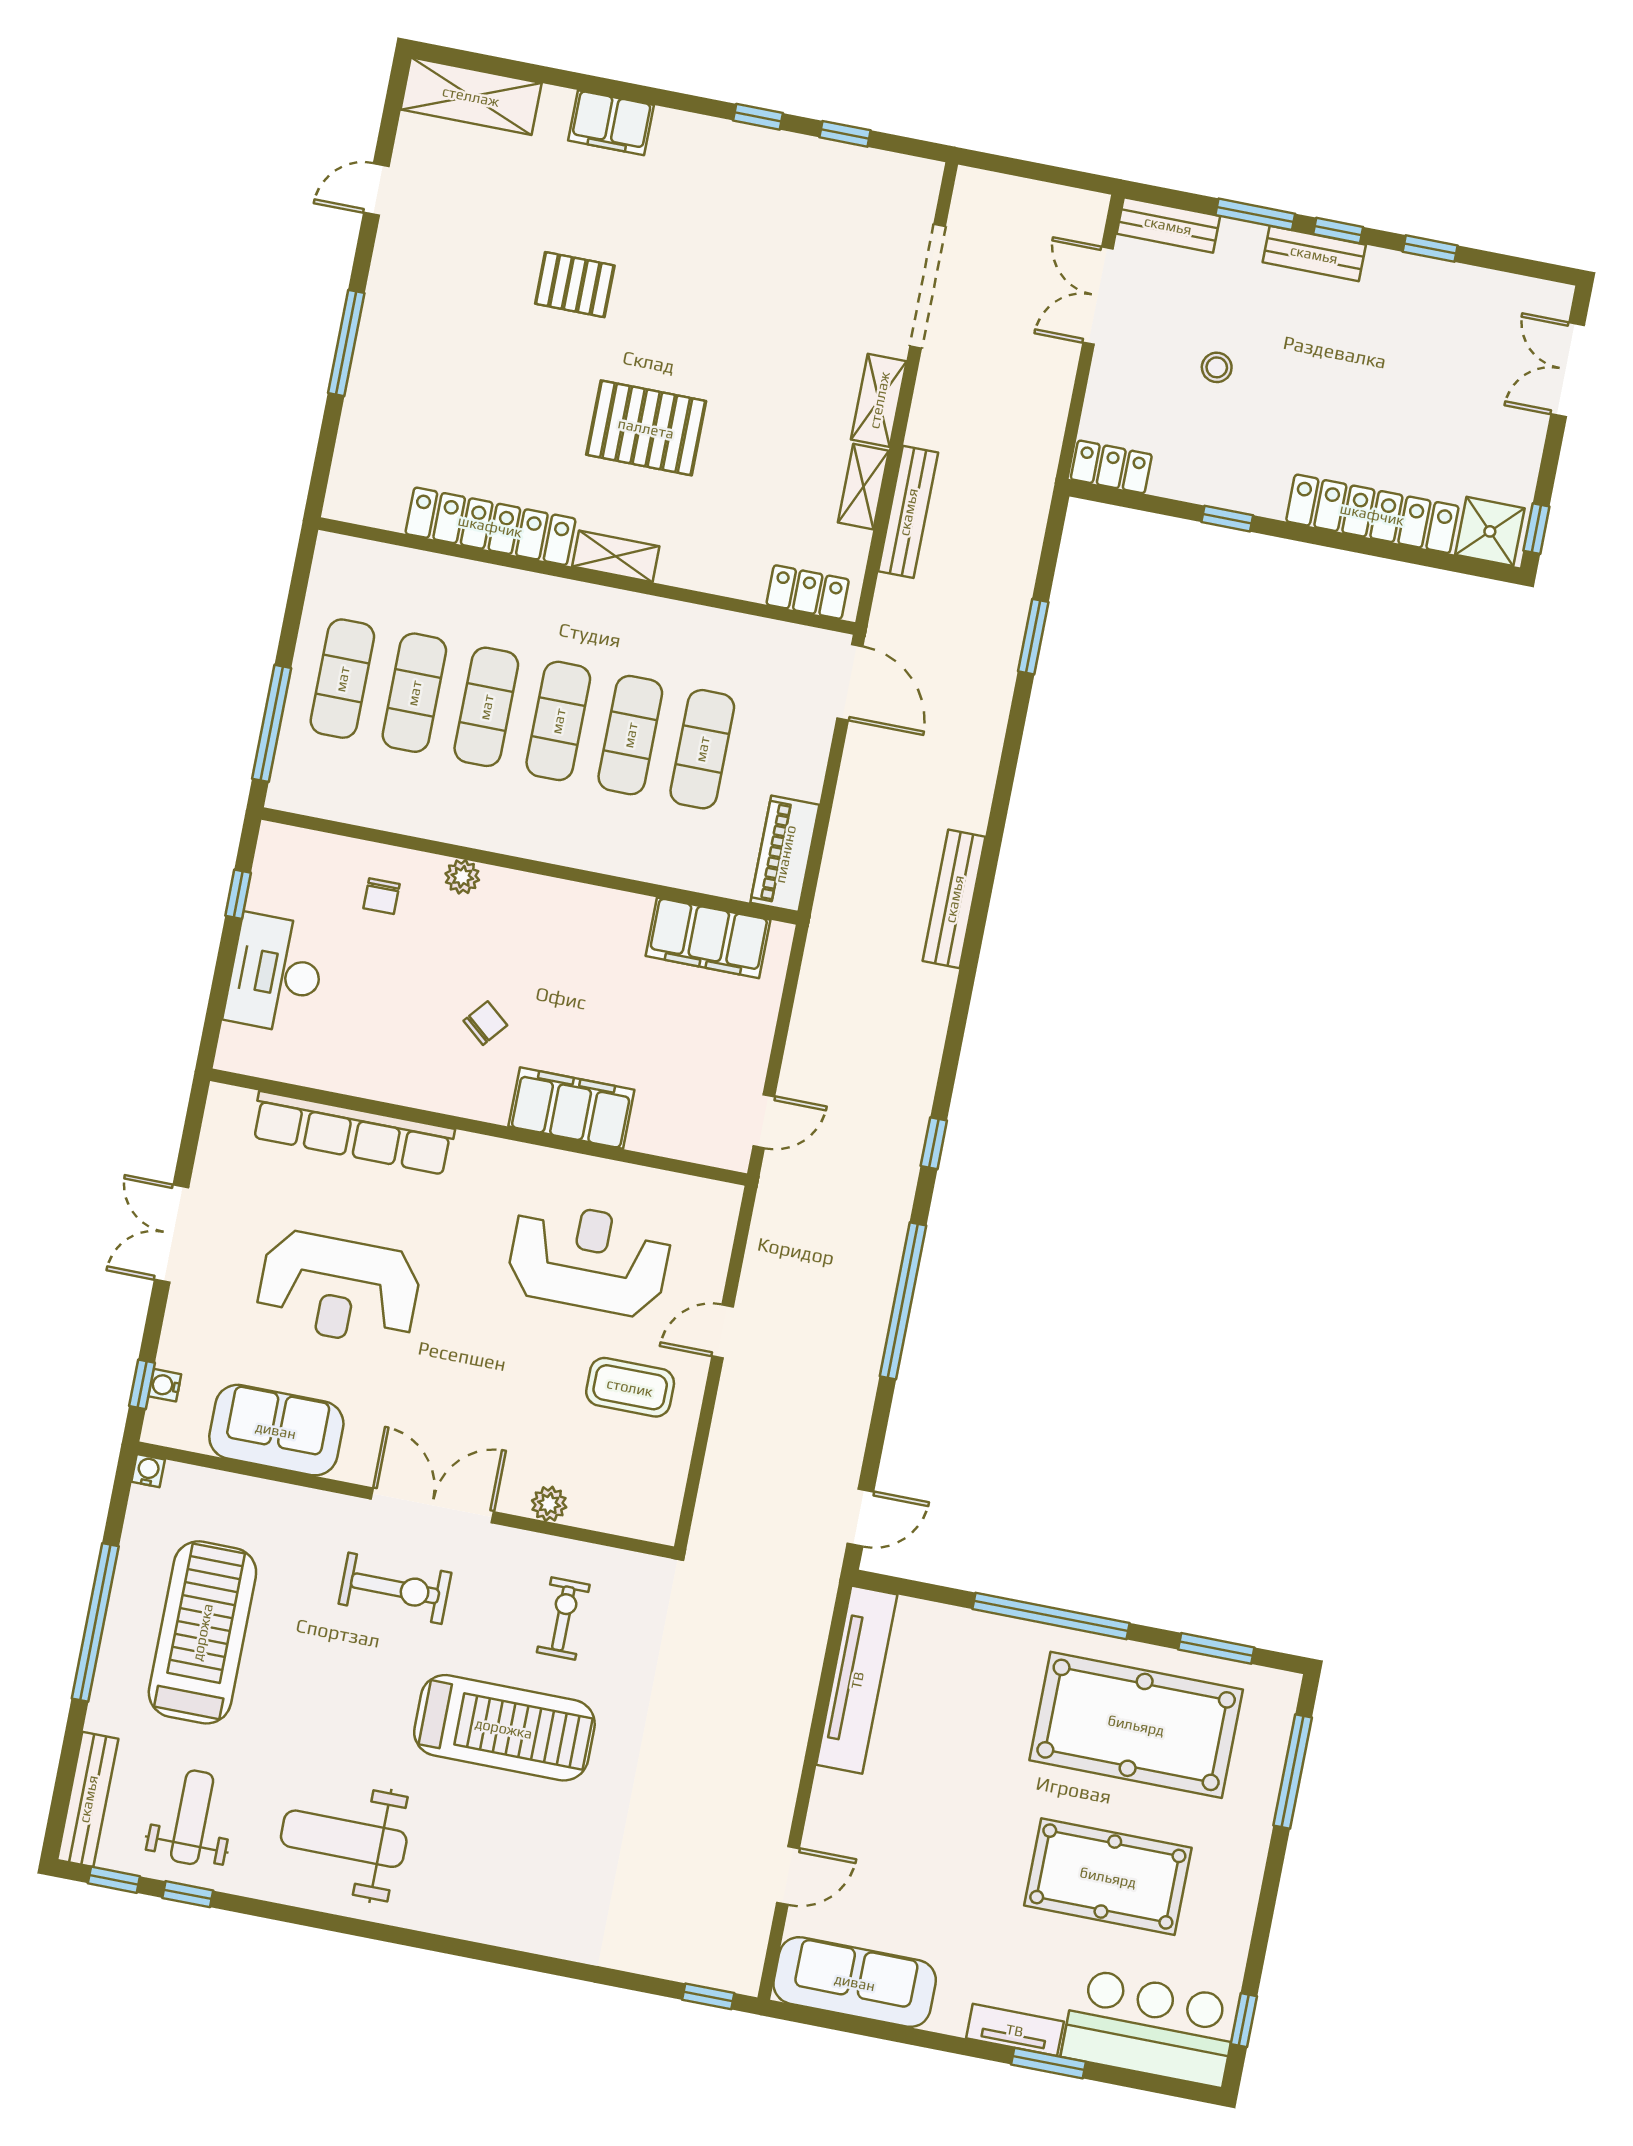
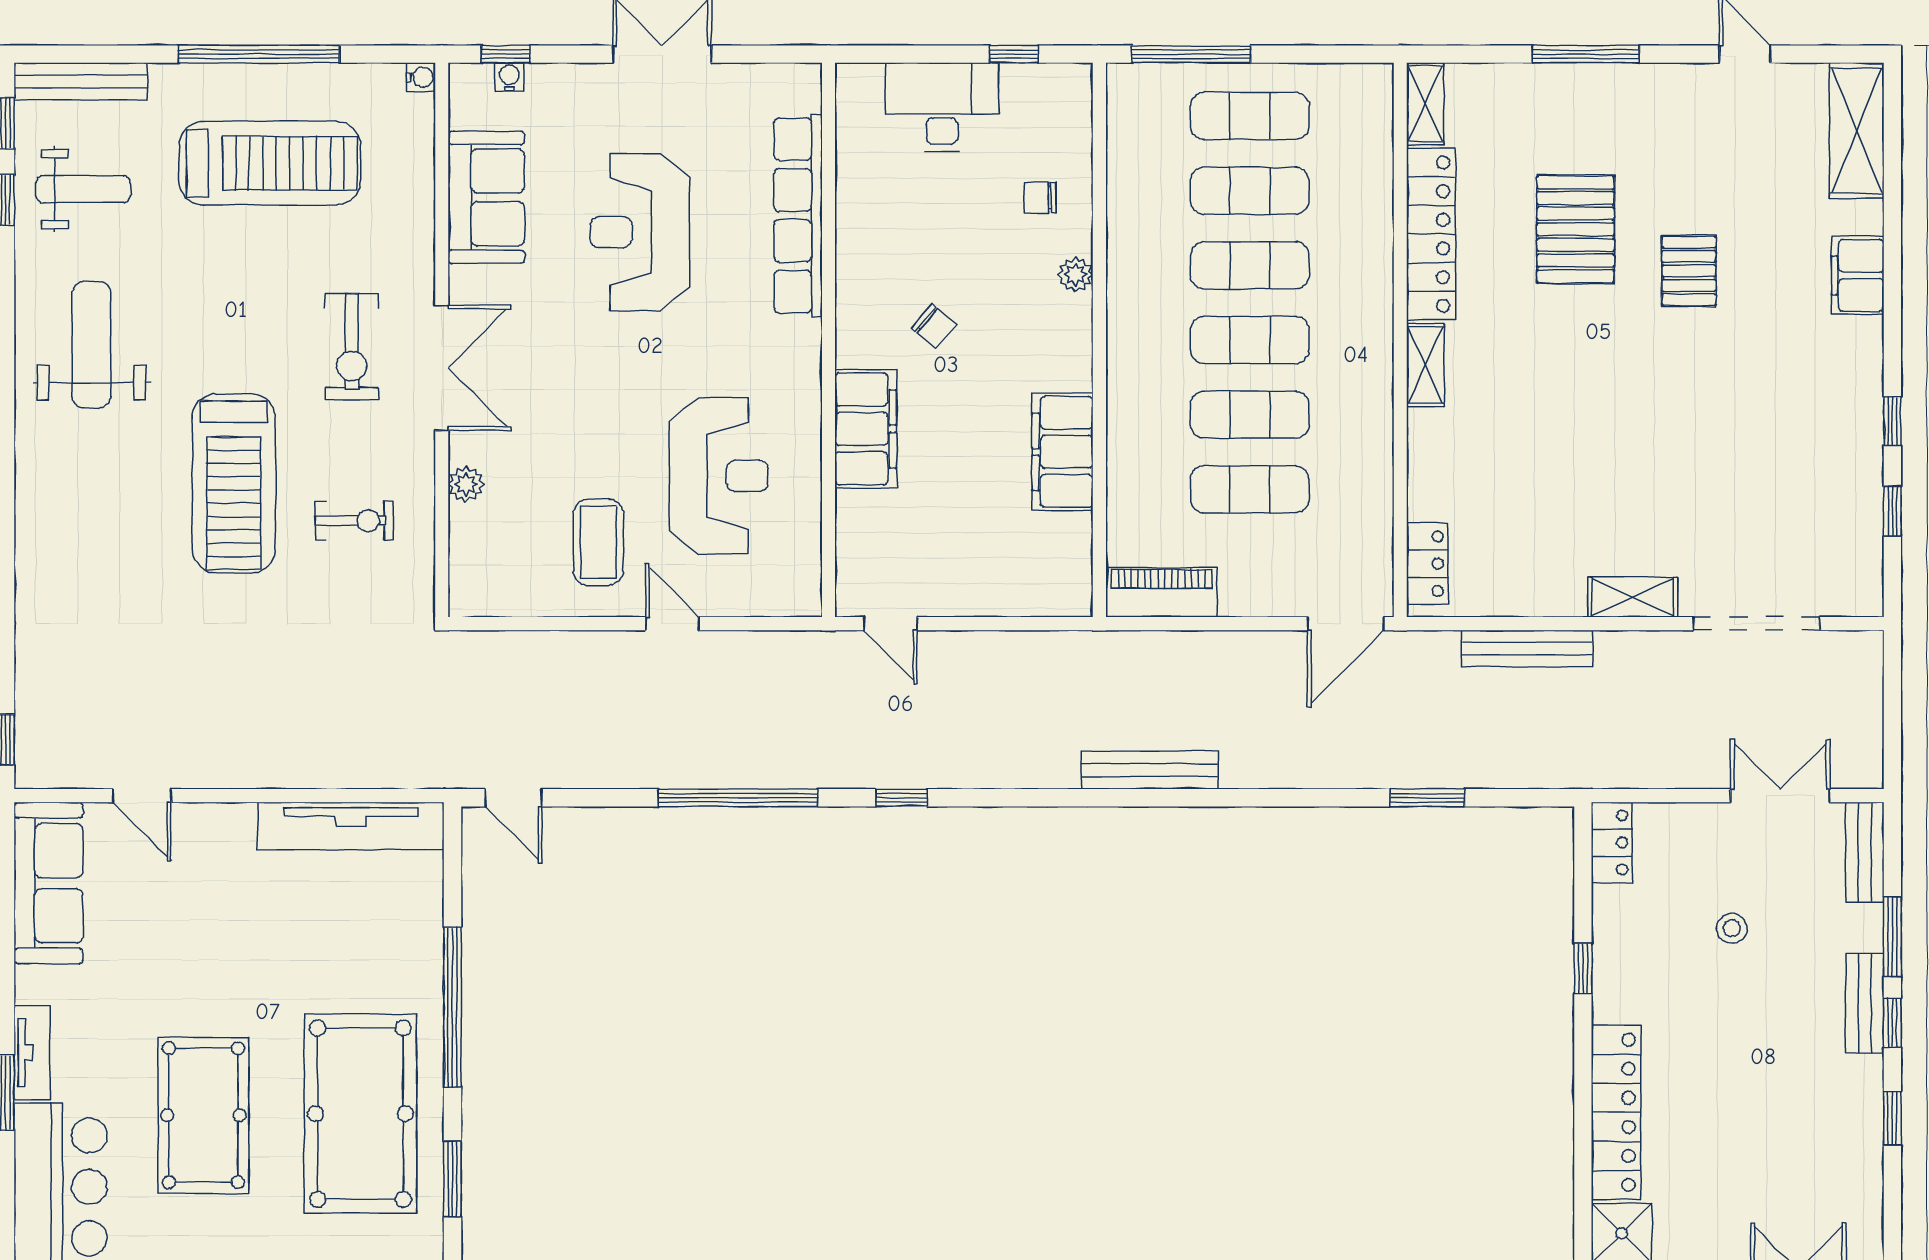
pallet: (646, 428) -> (1576, 229), moved
shelving: (863, 487) -> (1425, 104), moved, turned 90
filing cabinet: (708, 938) -> (1062, 452), moved

